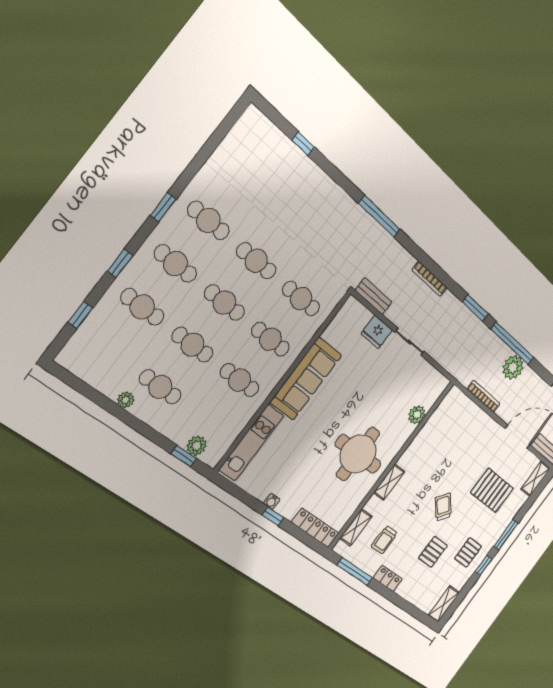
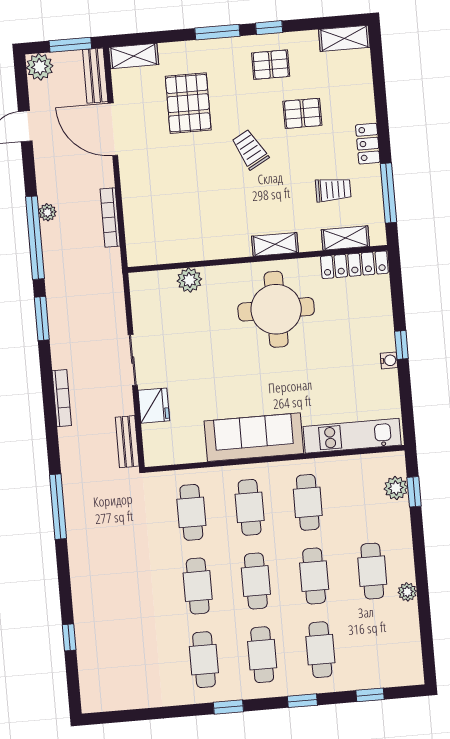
plant: (513, 367) -> (47, 212), width x0.53, depth x0.53
trolley: (443, 507) -> (250, 149), turned 108
locker: (315, 528) -> (354, 265), moved, turned -90

